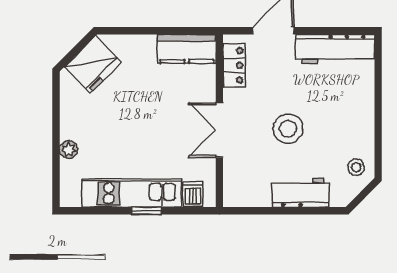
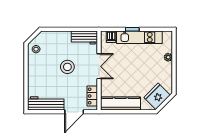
kitchen counter: (187, 49) -> (120, 104), width x1.50
workbench: (300, 193) -> (84, 37), moved

